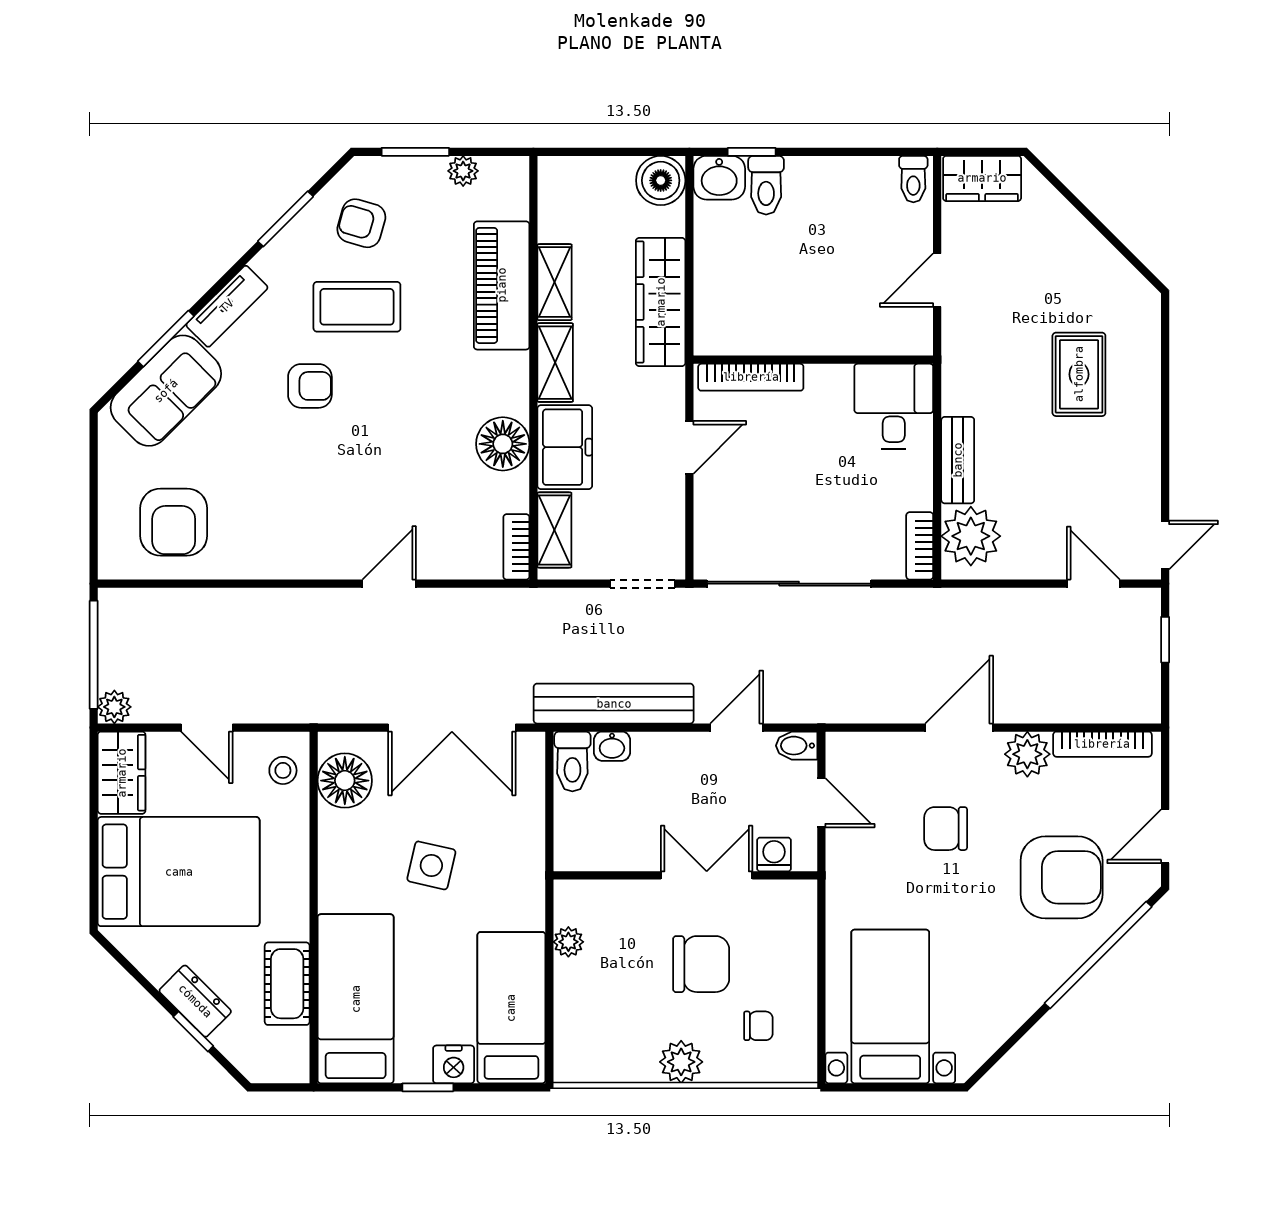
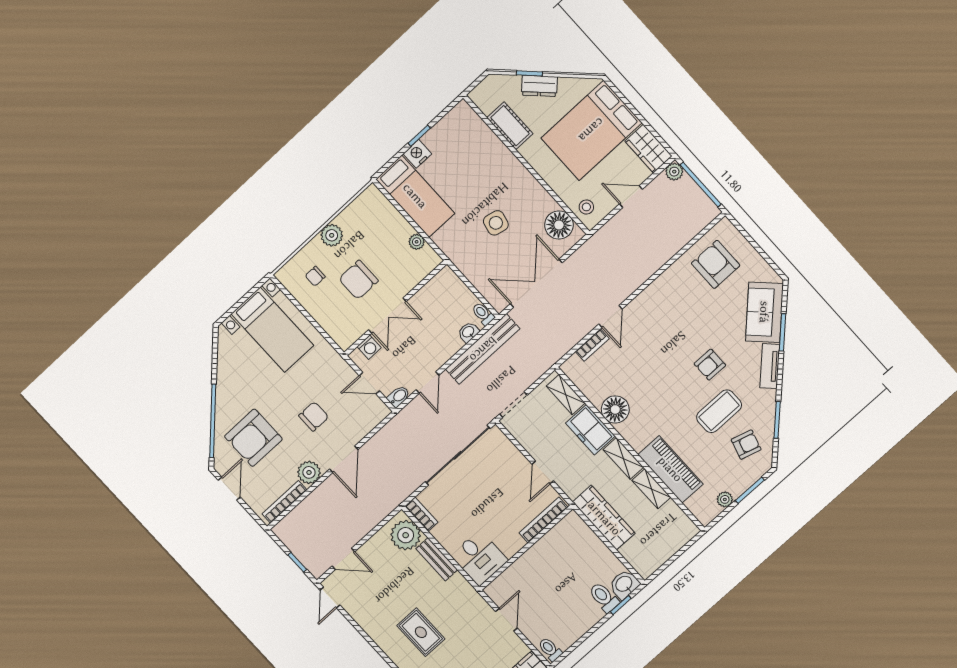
boiler: (661, 180) -> (646, 563), removed
bookcase: (516, 547) -> (592, 345), moved, turned 90
toilet: (572, 761) -> (483, 314), width x0.73, depth x0.72
bed: (356, 999) -> (478, 144), removed

